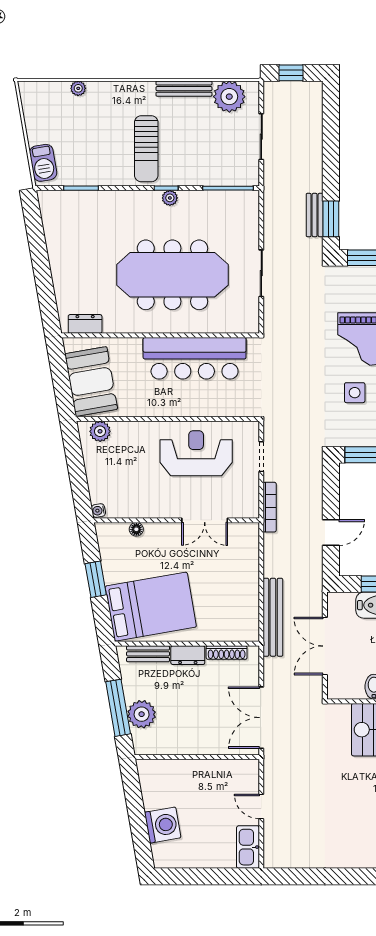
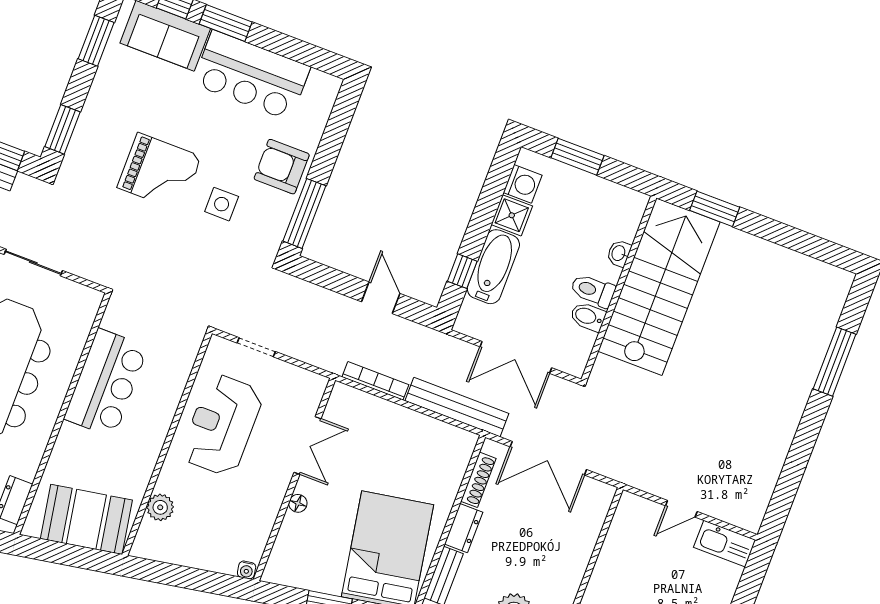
bar counter: (195, 358) -> (106, 383), width x0.73
plant: (100, 431) -> (160, 507), moved
bookcase: (270, 507) -> (375, 381), moved
floor lamp: (136, 529) -> (298, 503), moved
double door: (261, 718) -> (548, 458), moved

